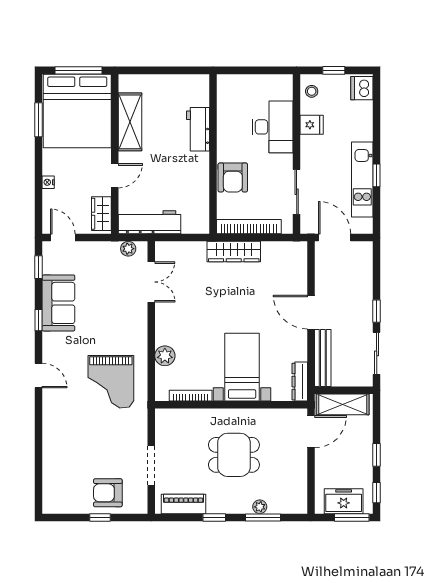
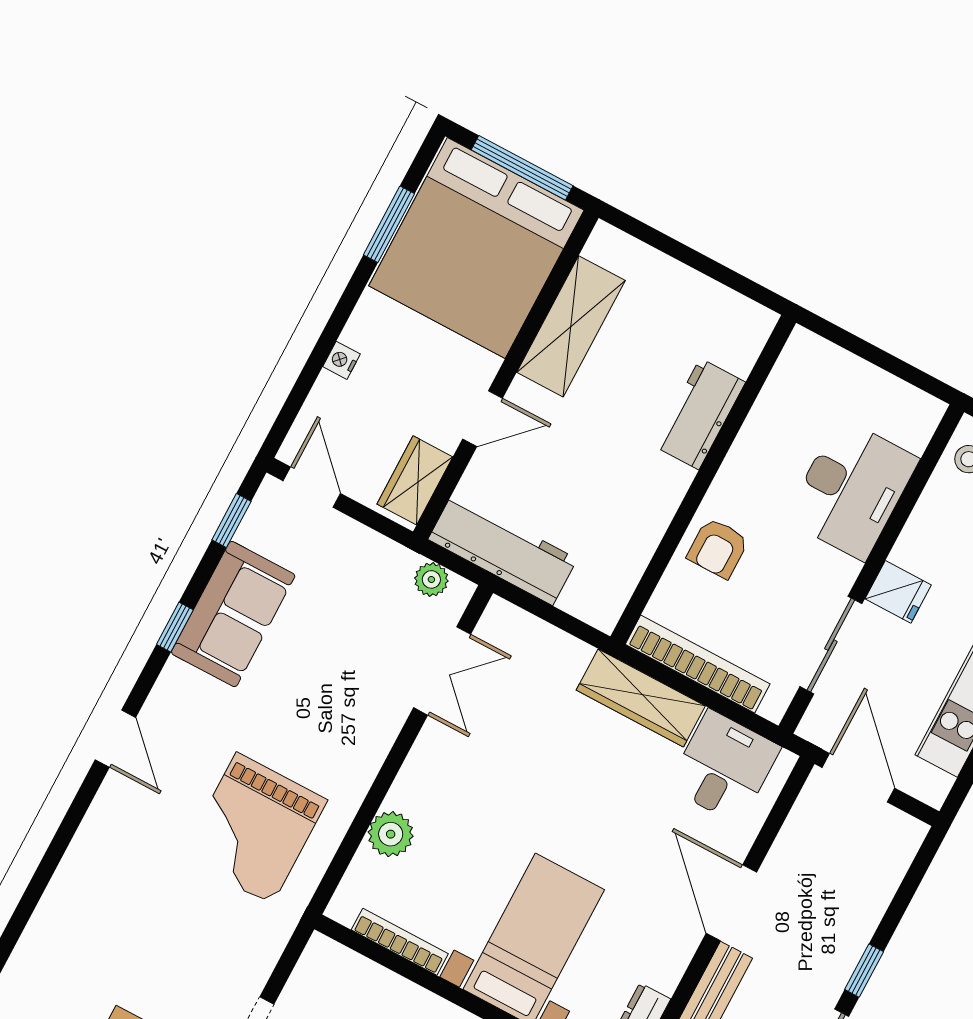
fridge: (312, 125) -> (898, 592), moved
armchair: (233, 177) -> (718, 548), width x0.72, depth x0.72
desk: (280, 261) -> (724, 767), added

